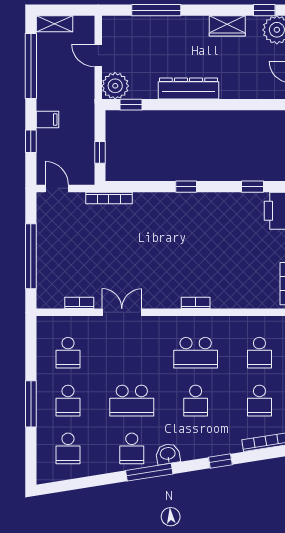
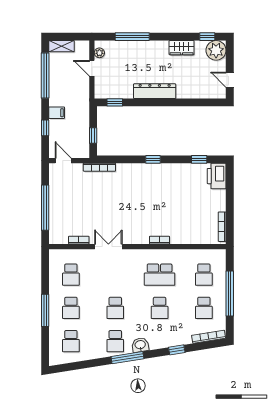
plant: (115, 86) -> (99, 53), moved, width x0.53, depth x0.53
school desk: (132, 401) -> (115, 308), width x0.54

